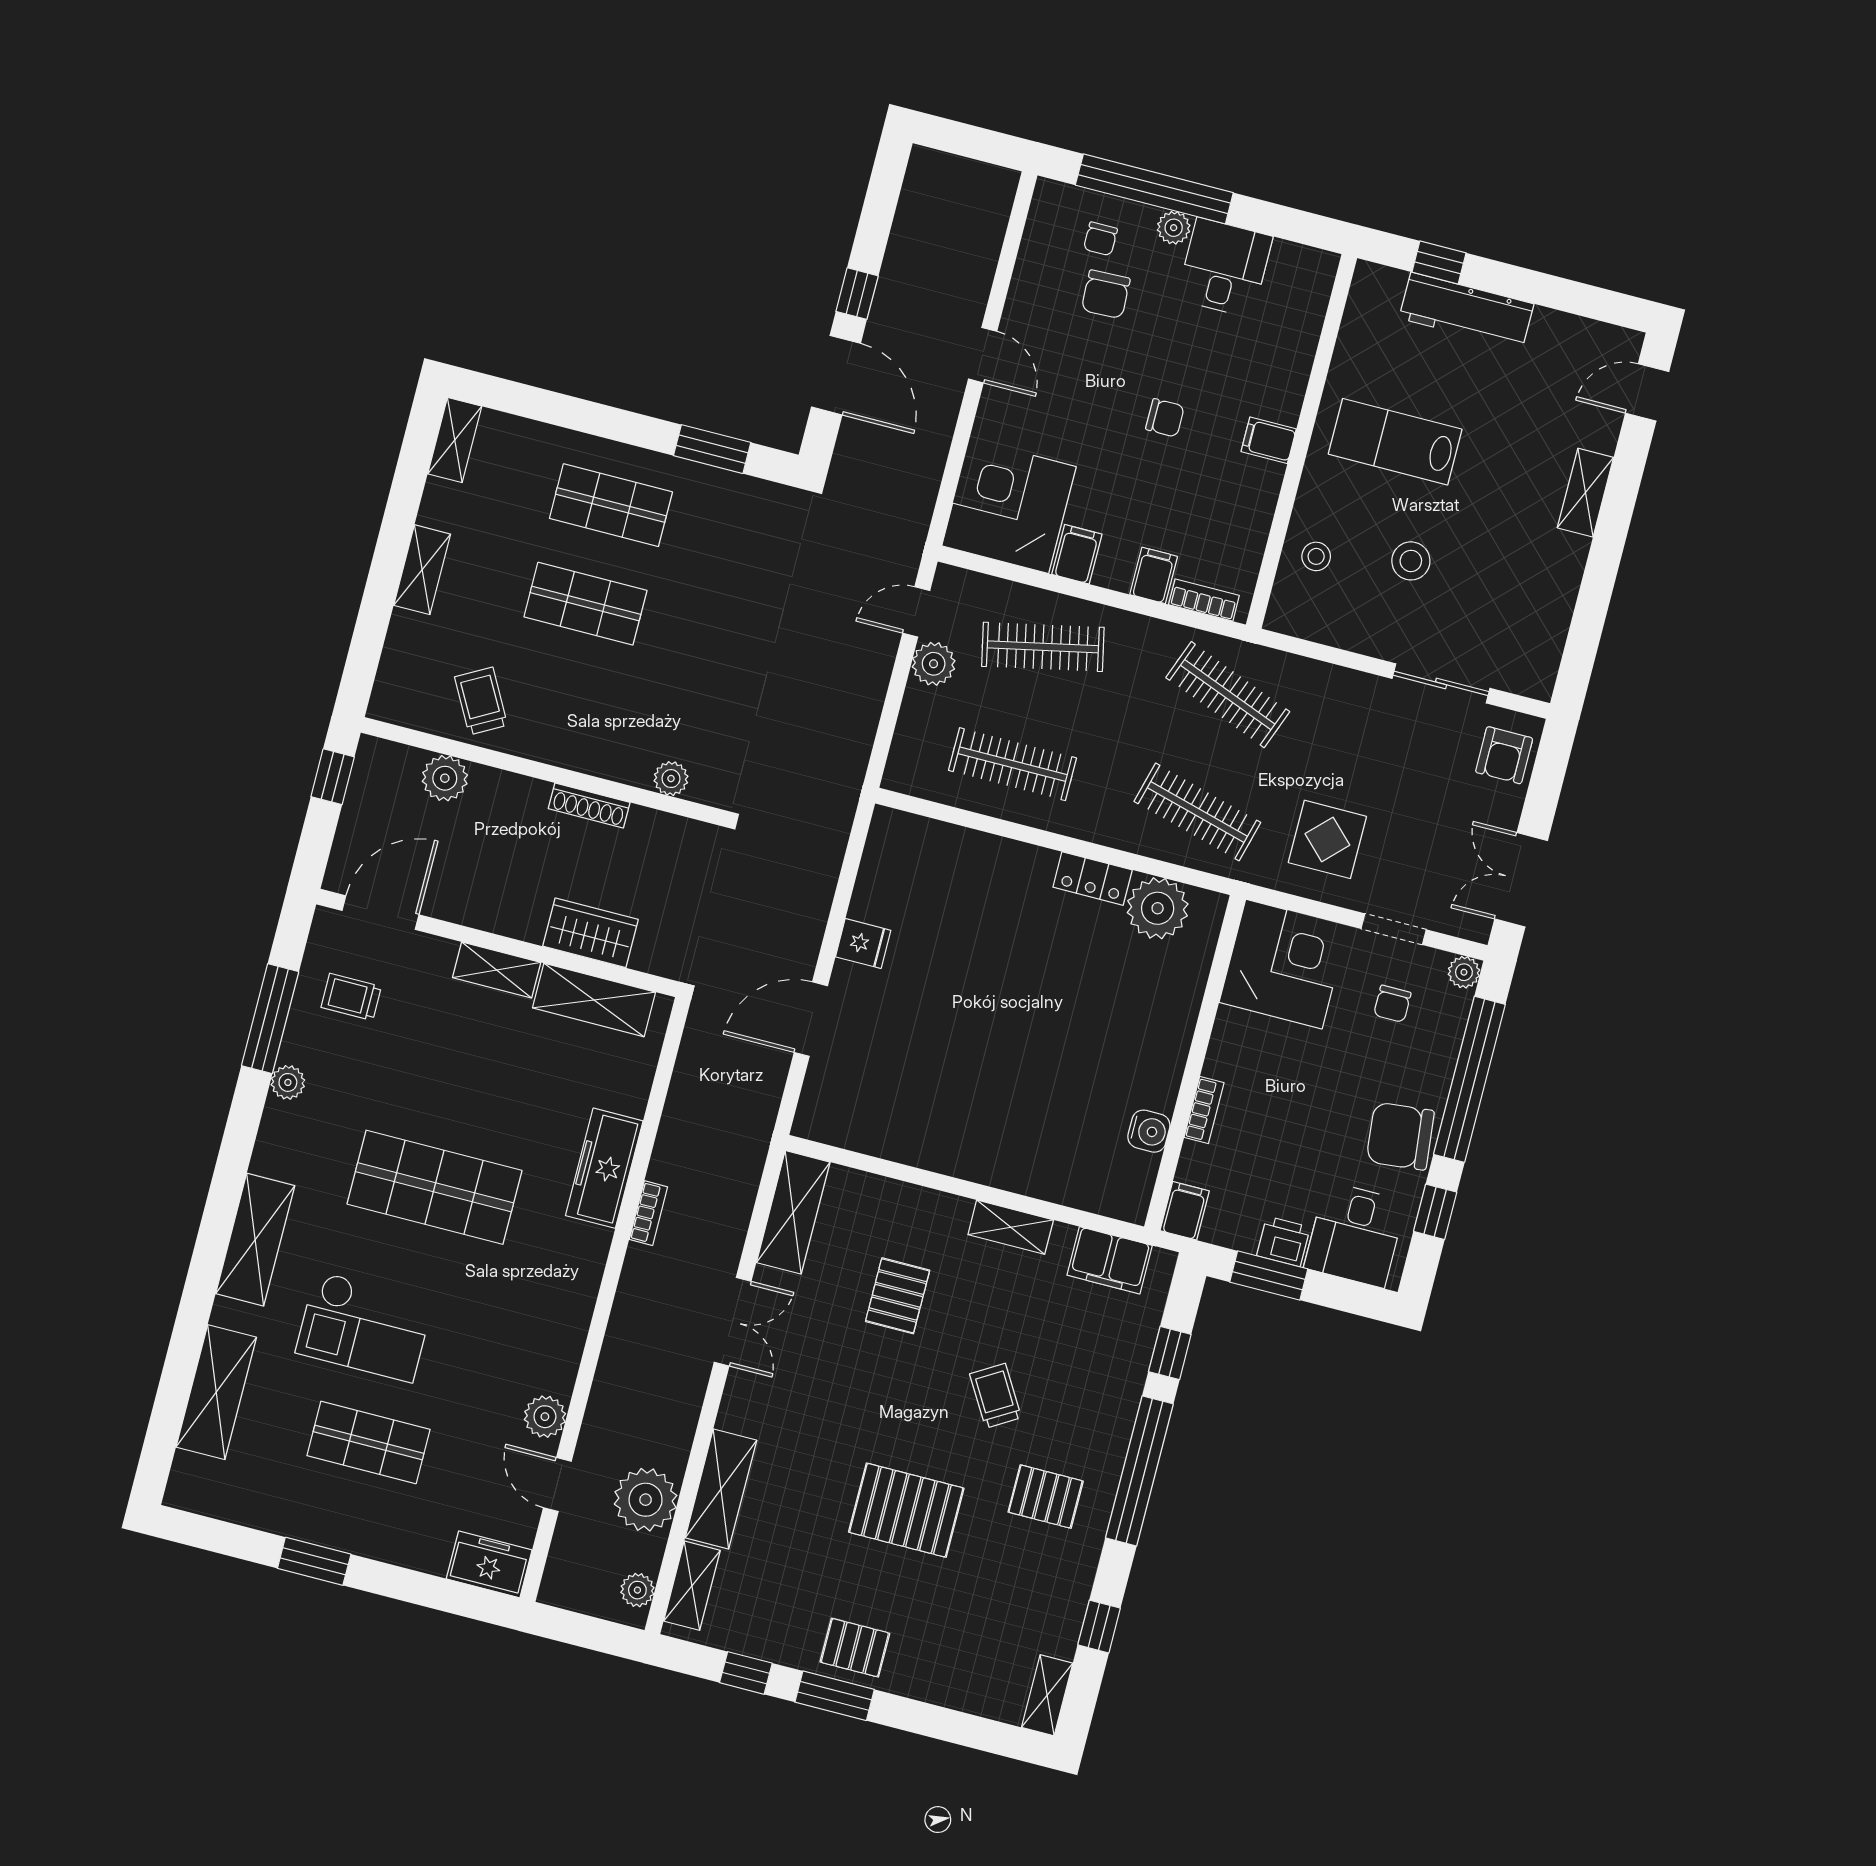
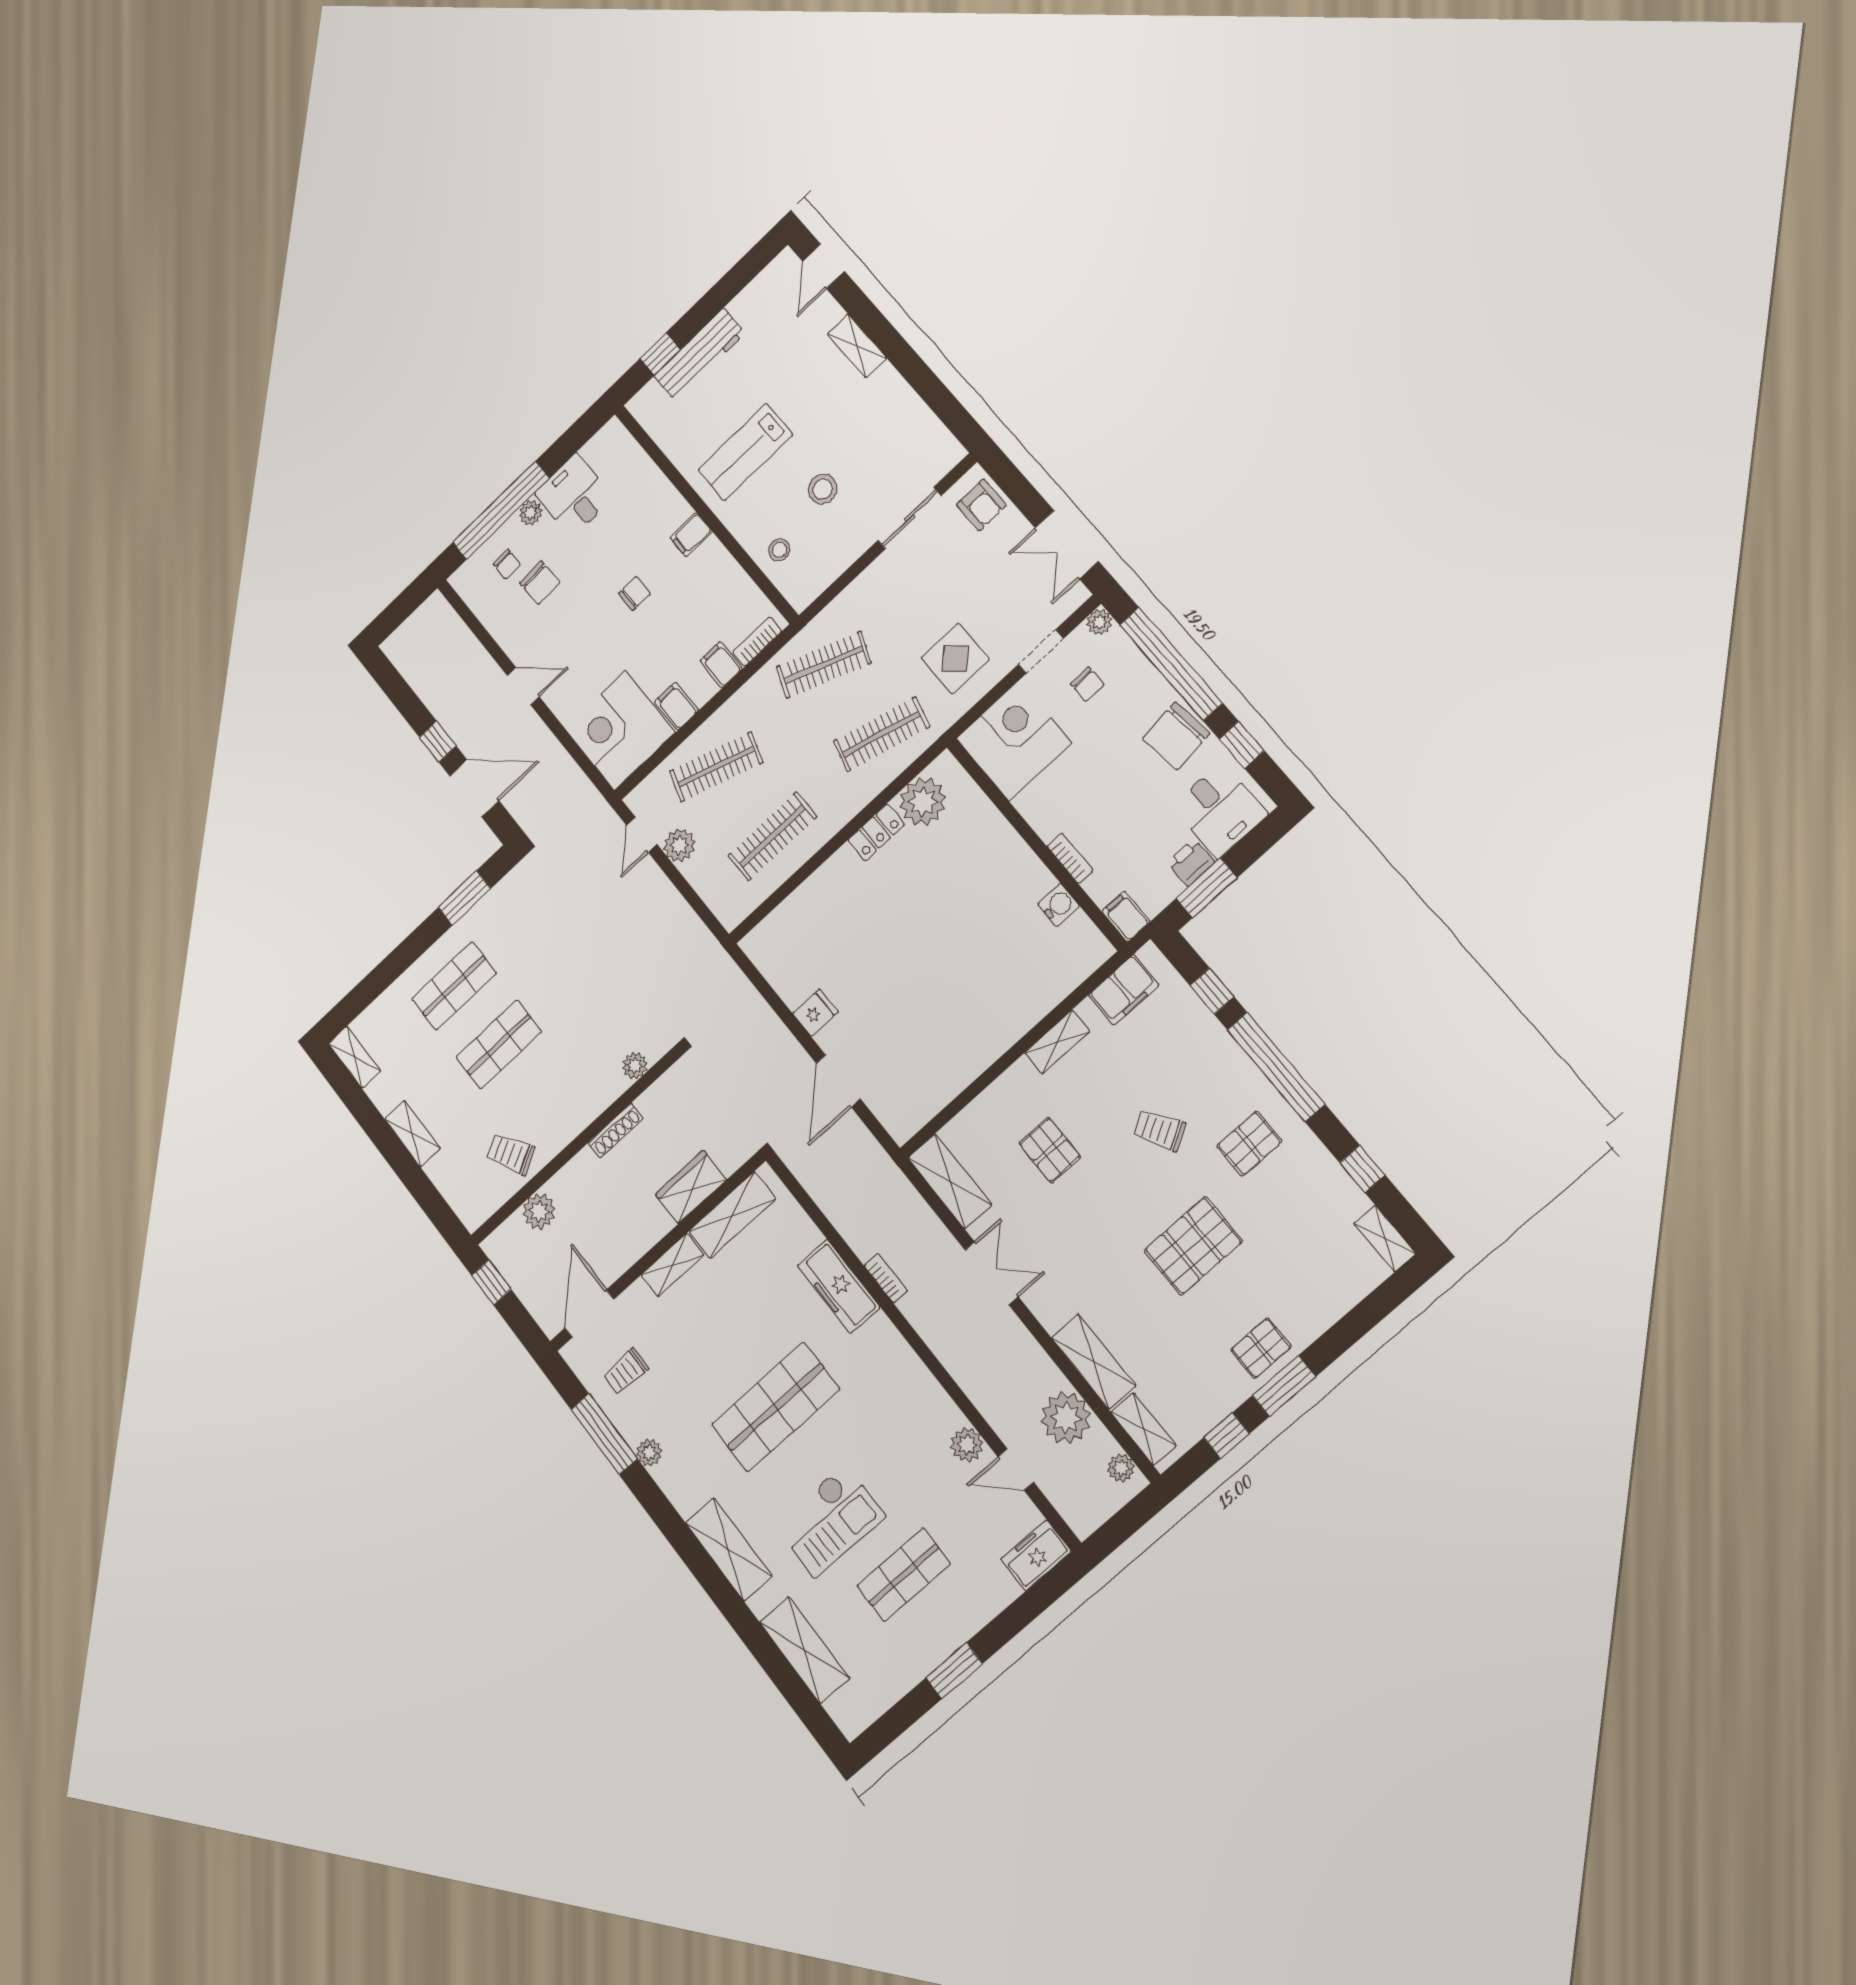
clothes rail: (1043, 647) -> (716, 767), turned 30

